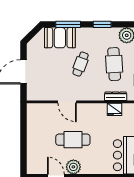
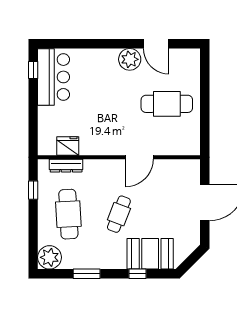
window: (68, 24) -> (138, 274), width x0.46
door: (67, 102) -> (139, 157), swing flipped
cafe table: (73, 140) -> (167, 104), moved

